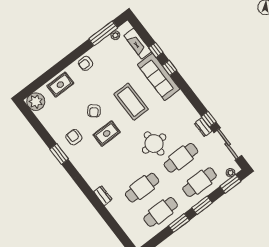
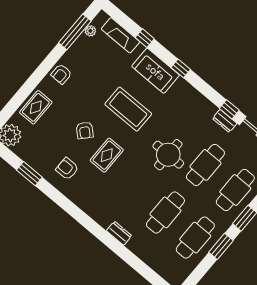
window: (170, 68) -> (181, 68), moved
sofa: (159, 77) -> (156, 71), width x0.73
window: (59, 154) -> (29, 174), moved

